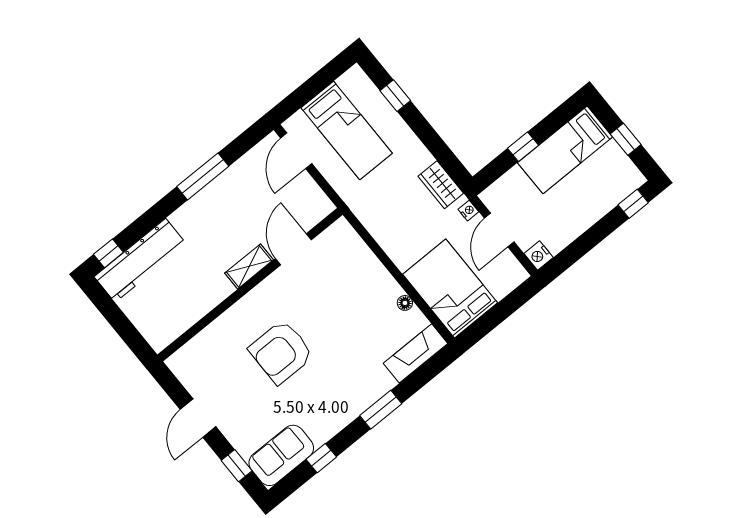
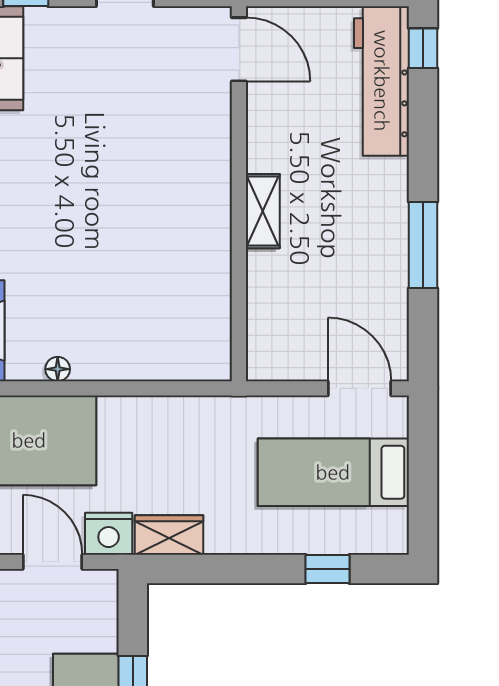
nightstand: (468, 211) -> (109, 534), width x1.89, depth x1.79
door: (293, 249) -> (239, 49), moved
armchair: (281, 352) -> (123, 164), removed

